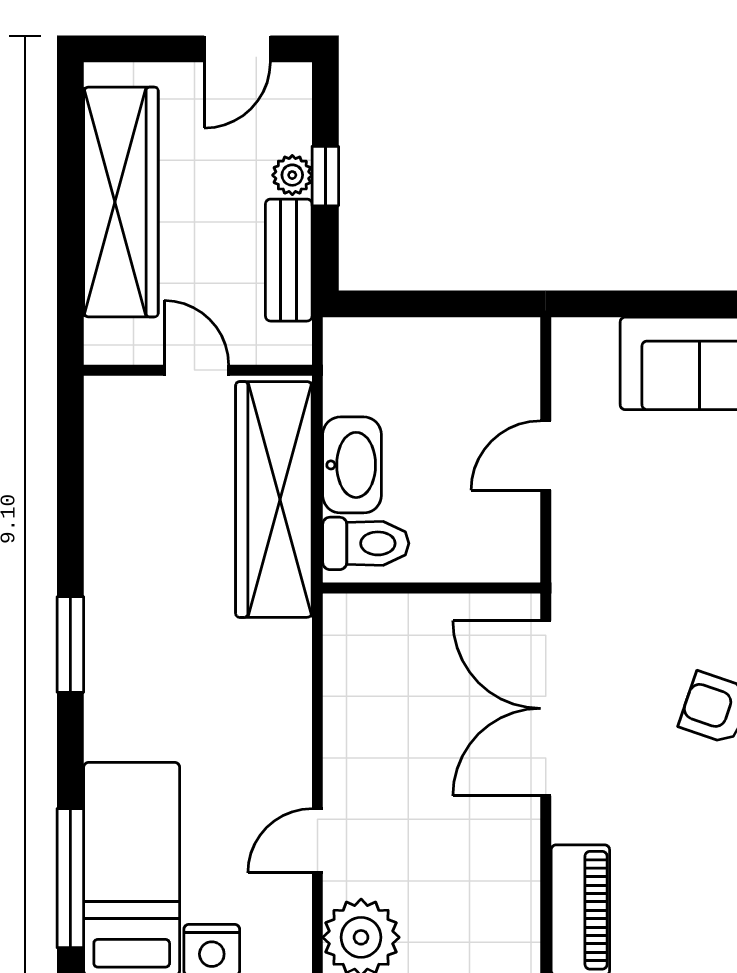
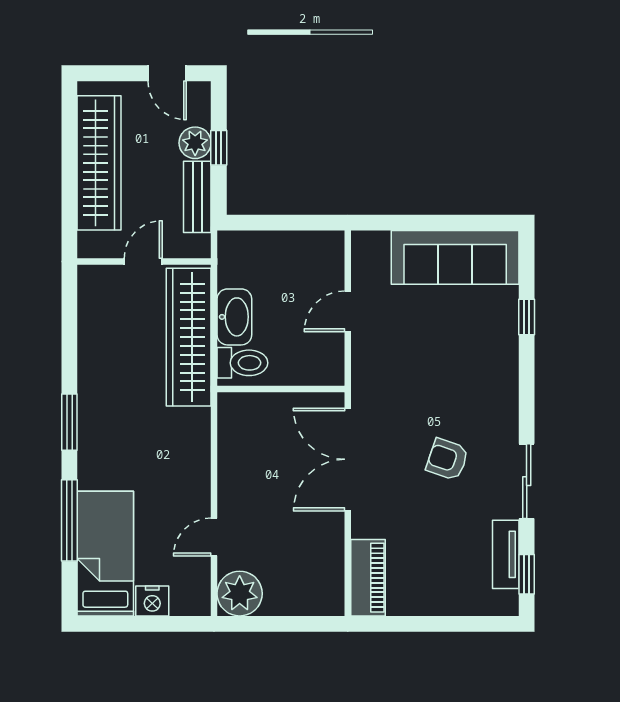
door: (237, 49) -> (167, 73), hinge flipped
plant: (292, 175) -> (195, 143), width x1.38, depth x1.38
door: (196, 370) -> (143, 261), hinge flipped
window: (70, 878) -> (69, 520), moved

